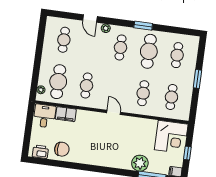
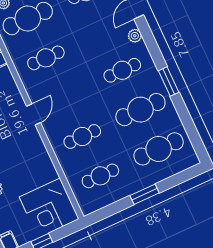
cafe table: (177, 55) -> (159, 149), width x1.37, depth x1.35

